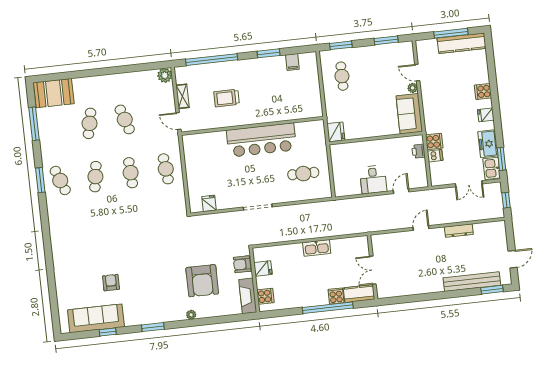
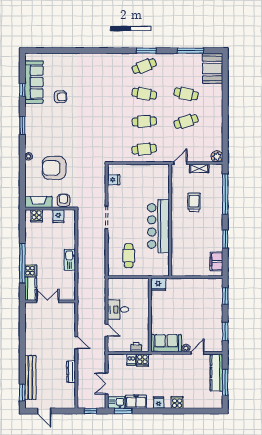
kitchen counter: (462, 43) -> (216, 372), moved
filing cabinet: (292, 62) -> (216, 261), width x2.00
cafe table: (342, 76) -> (201, 294), removed

